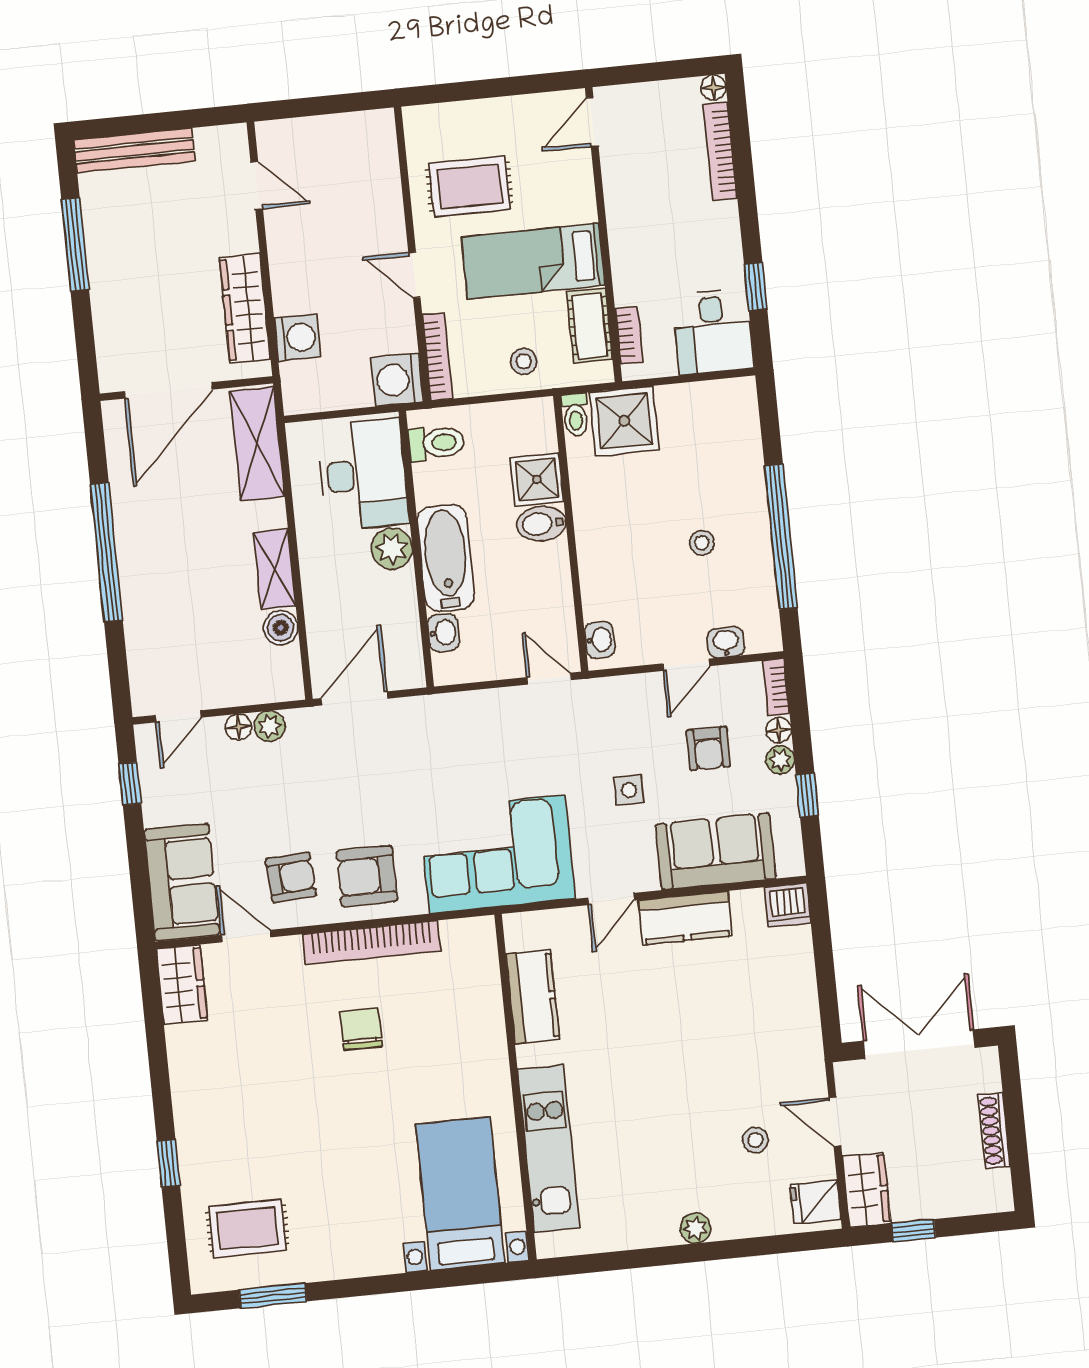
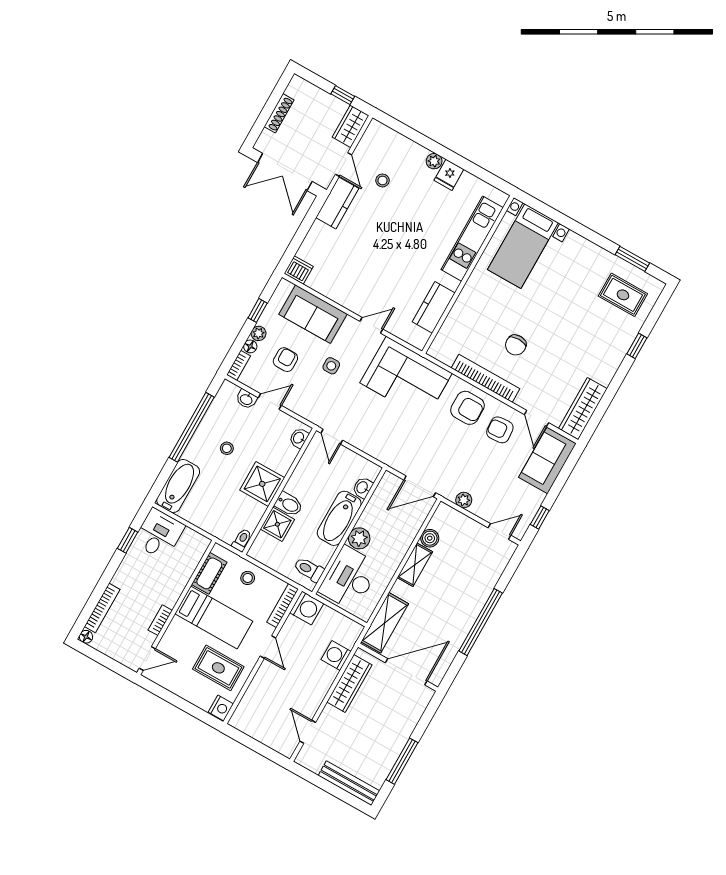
nightstand: (421, 126) -> (221, 708), added
bookcase: (629, 335) -> (160, 620), moved
shower: (624, 421) -> (262, 484), moved
bathtub: (736, 429) -> (178, 486), added
floor lamp: (238, 727) -> (477, 509), removed
kitchen counter: (686, 918) -> (337, 203), moved, turned 90
wardrobe: (182, 985) -> (583, 409), width x1.50
fridge: (815, 1202) -> (449, 175), moved, turned 90

